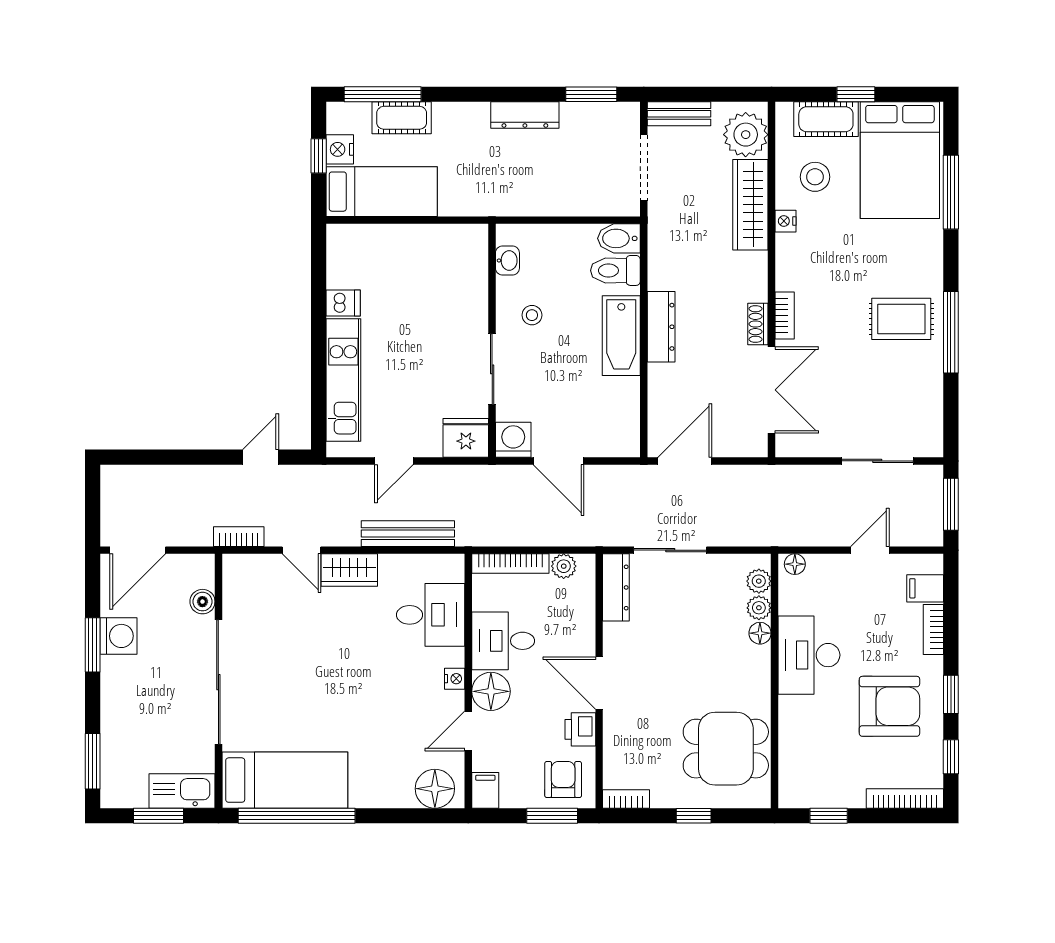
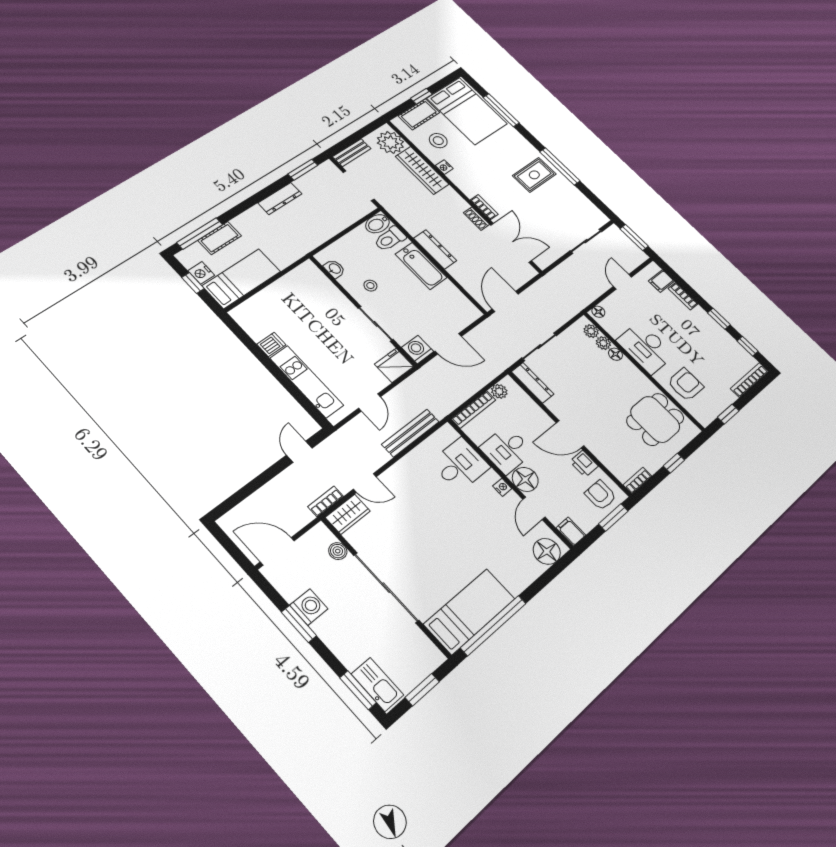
door: (138, 550) -> (277, 551), swing flipped
wardrobe: (349, 570) -> (348, 514), moved
armchair: (889, 706) -> (685, 385), moved, width x0.73, depth x0.73
kitchen sink: (182, 791) -> (377, 684), moved, turned 90

